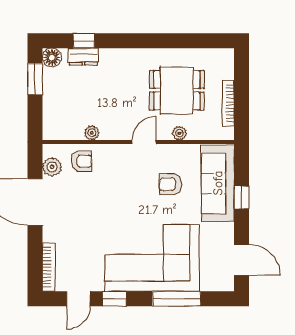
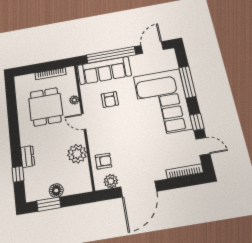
floor lamp: (52, 57) -> (56, 191), moved
dresser: (83, 57) -> (28, 156), moved
plant: (92, 133) -> (77, 154), width x1.88, depth x1.88
armchair: (81, 161) -> (103, 161), turned 90
window: (242, 197) -> (111, 55), width x3.17

